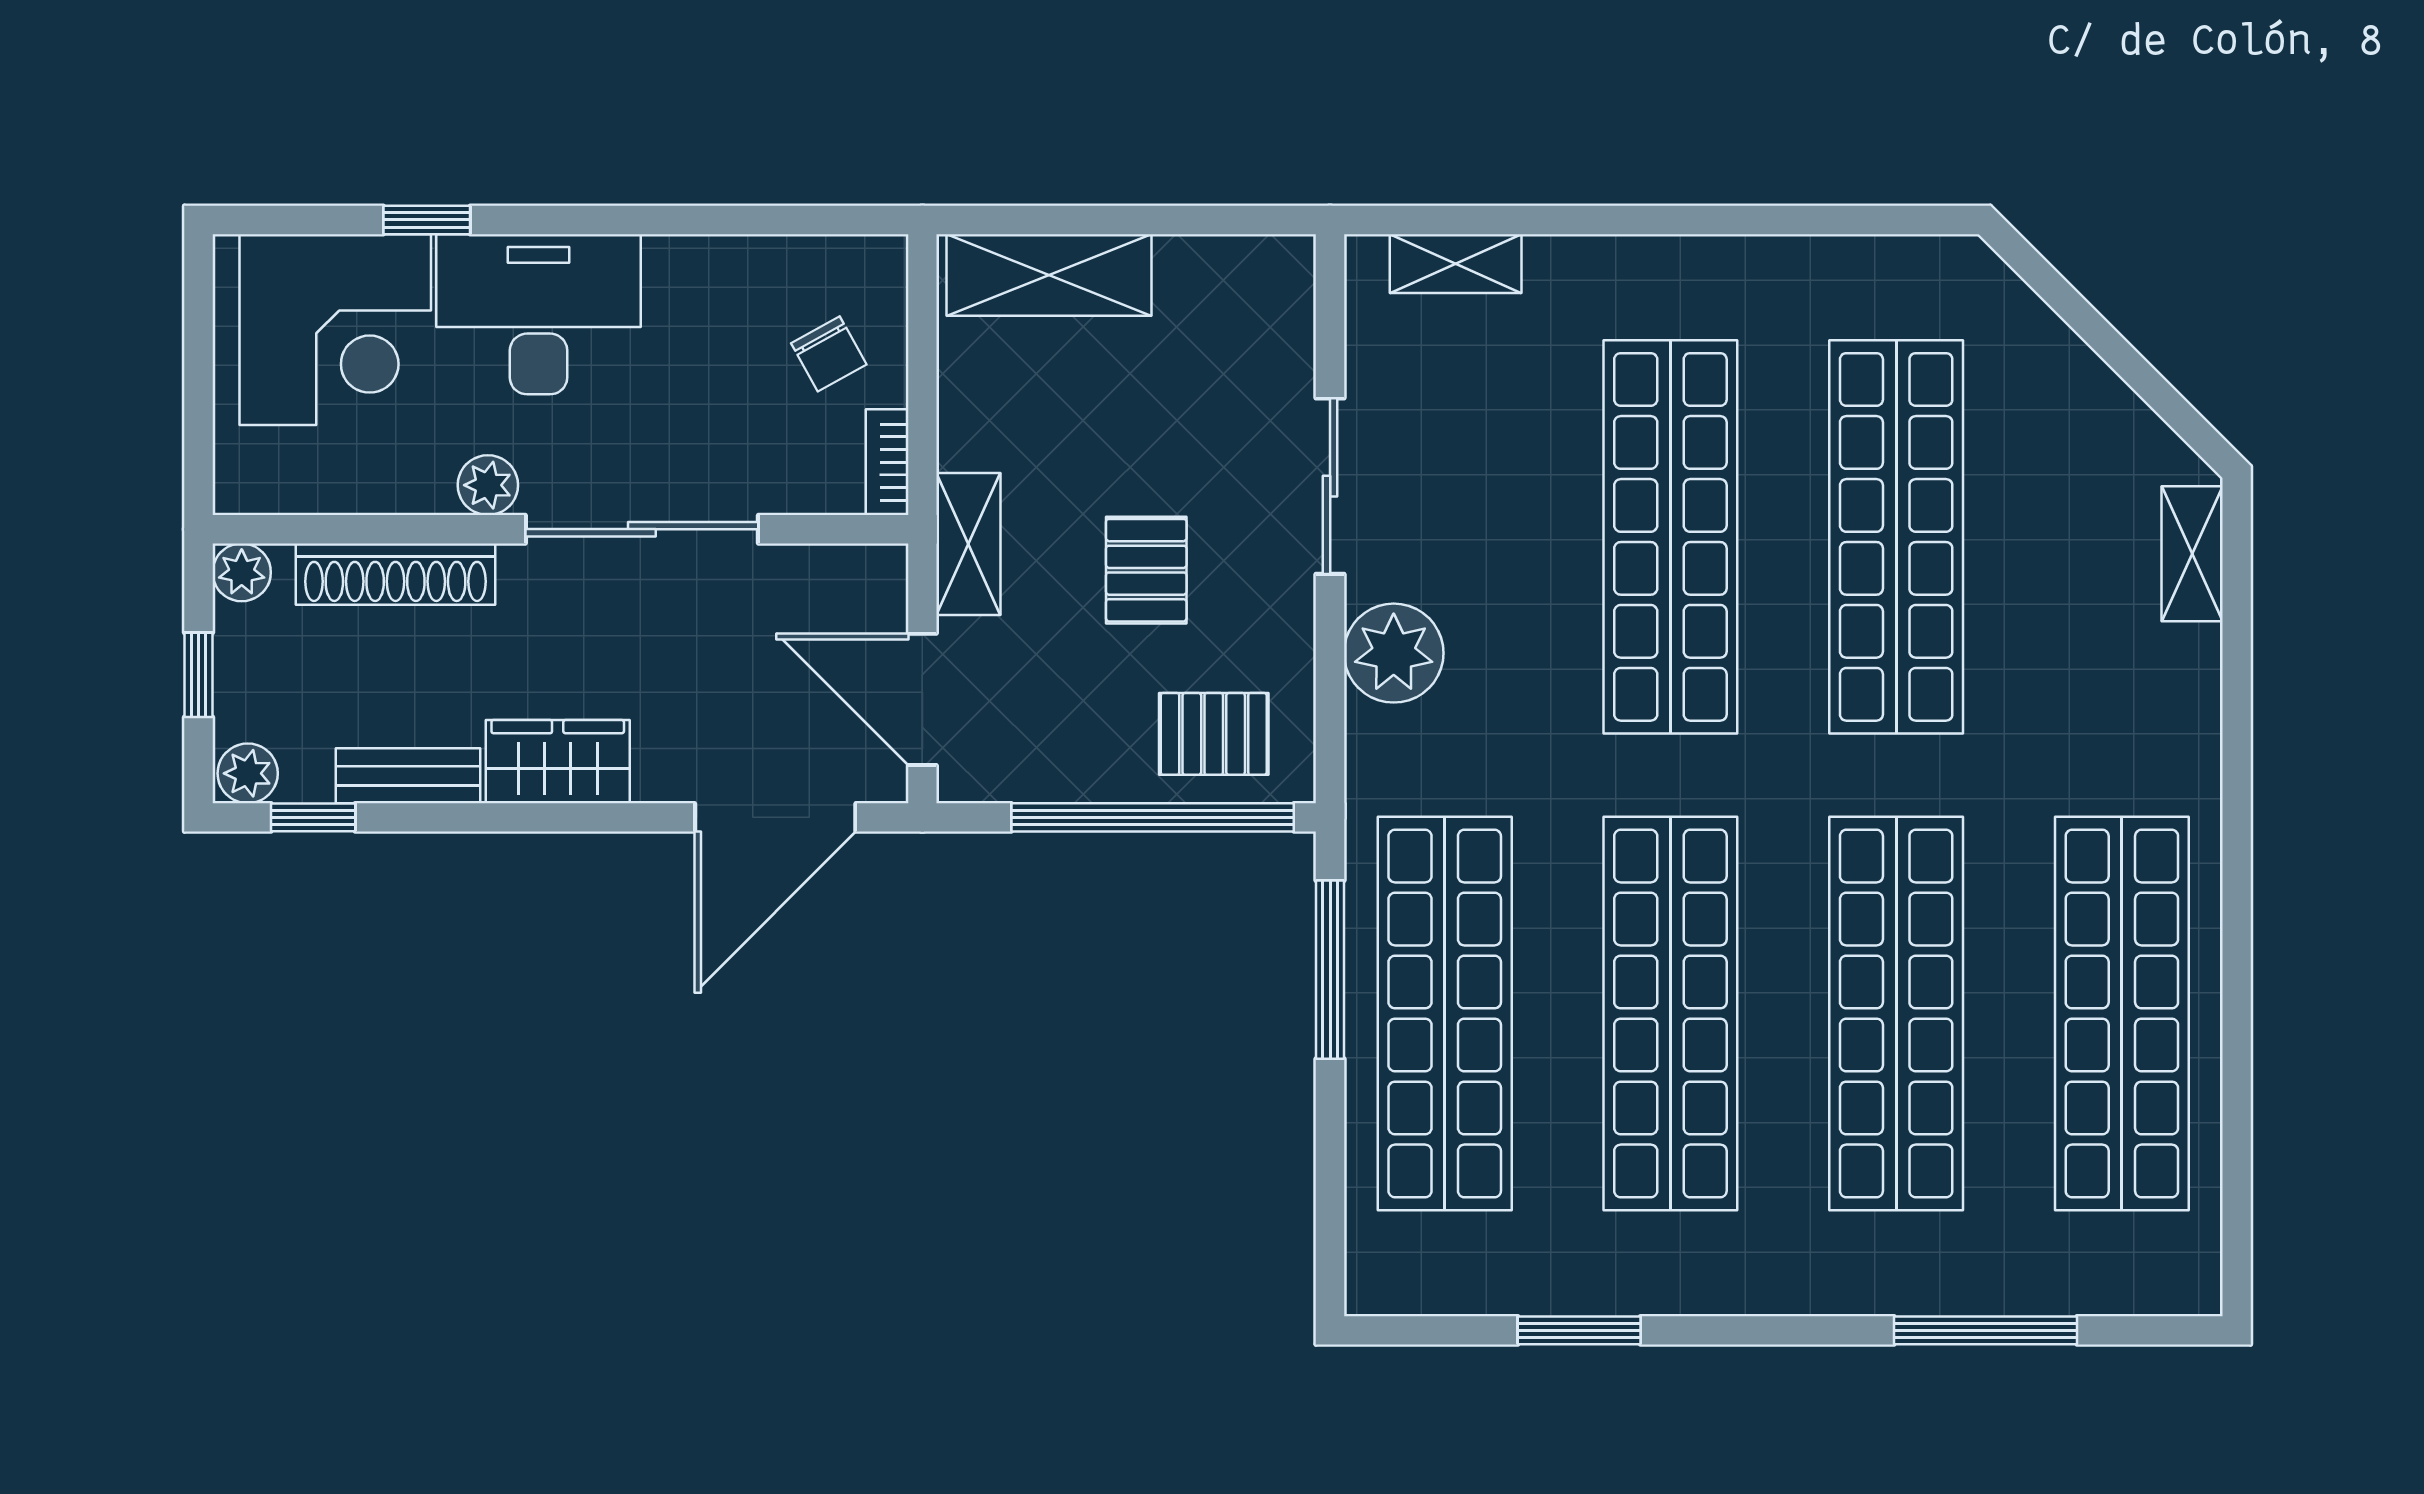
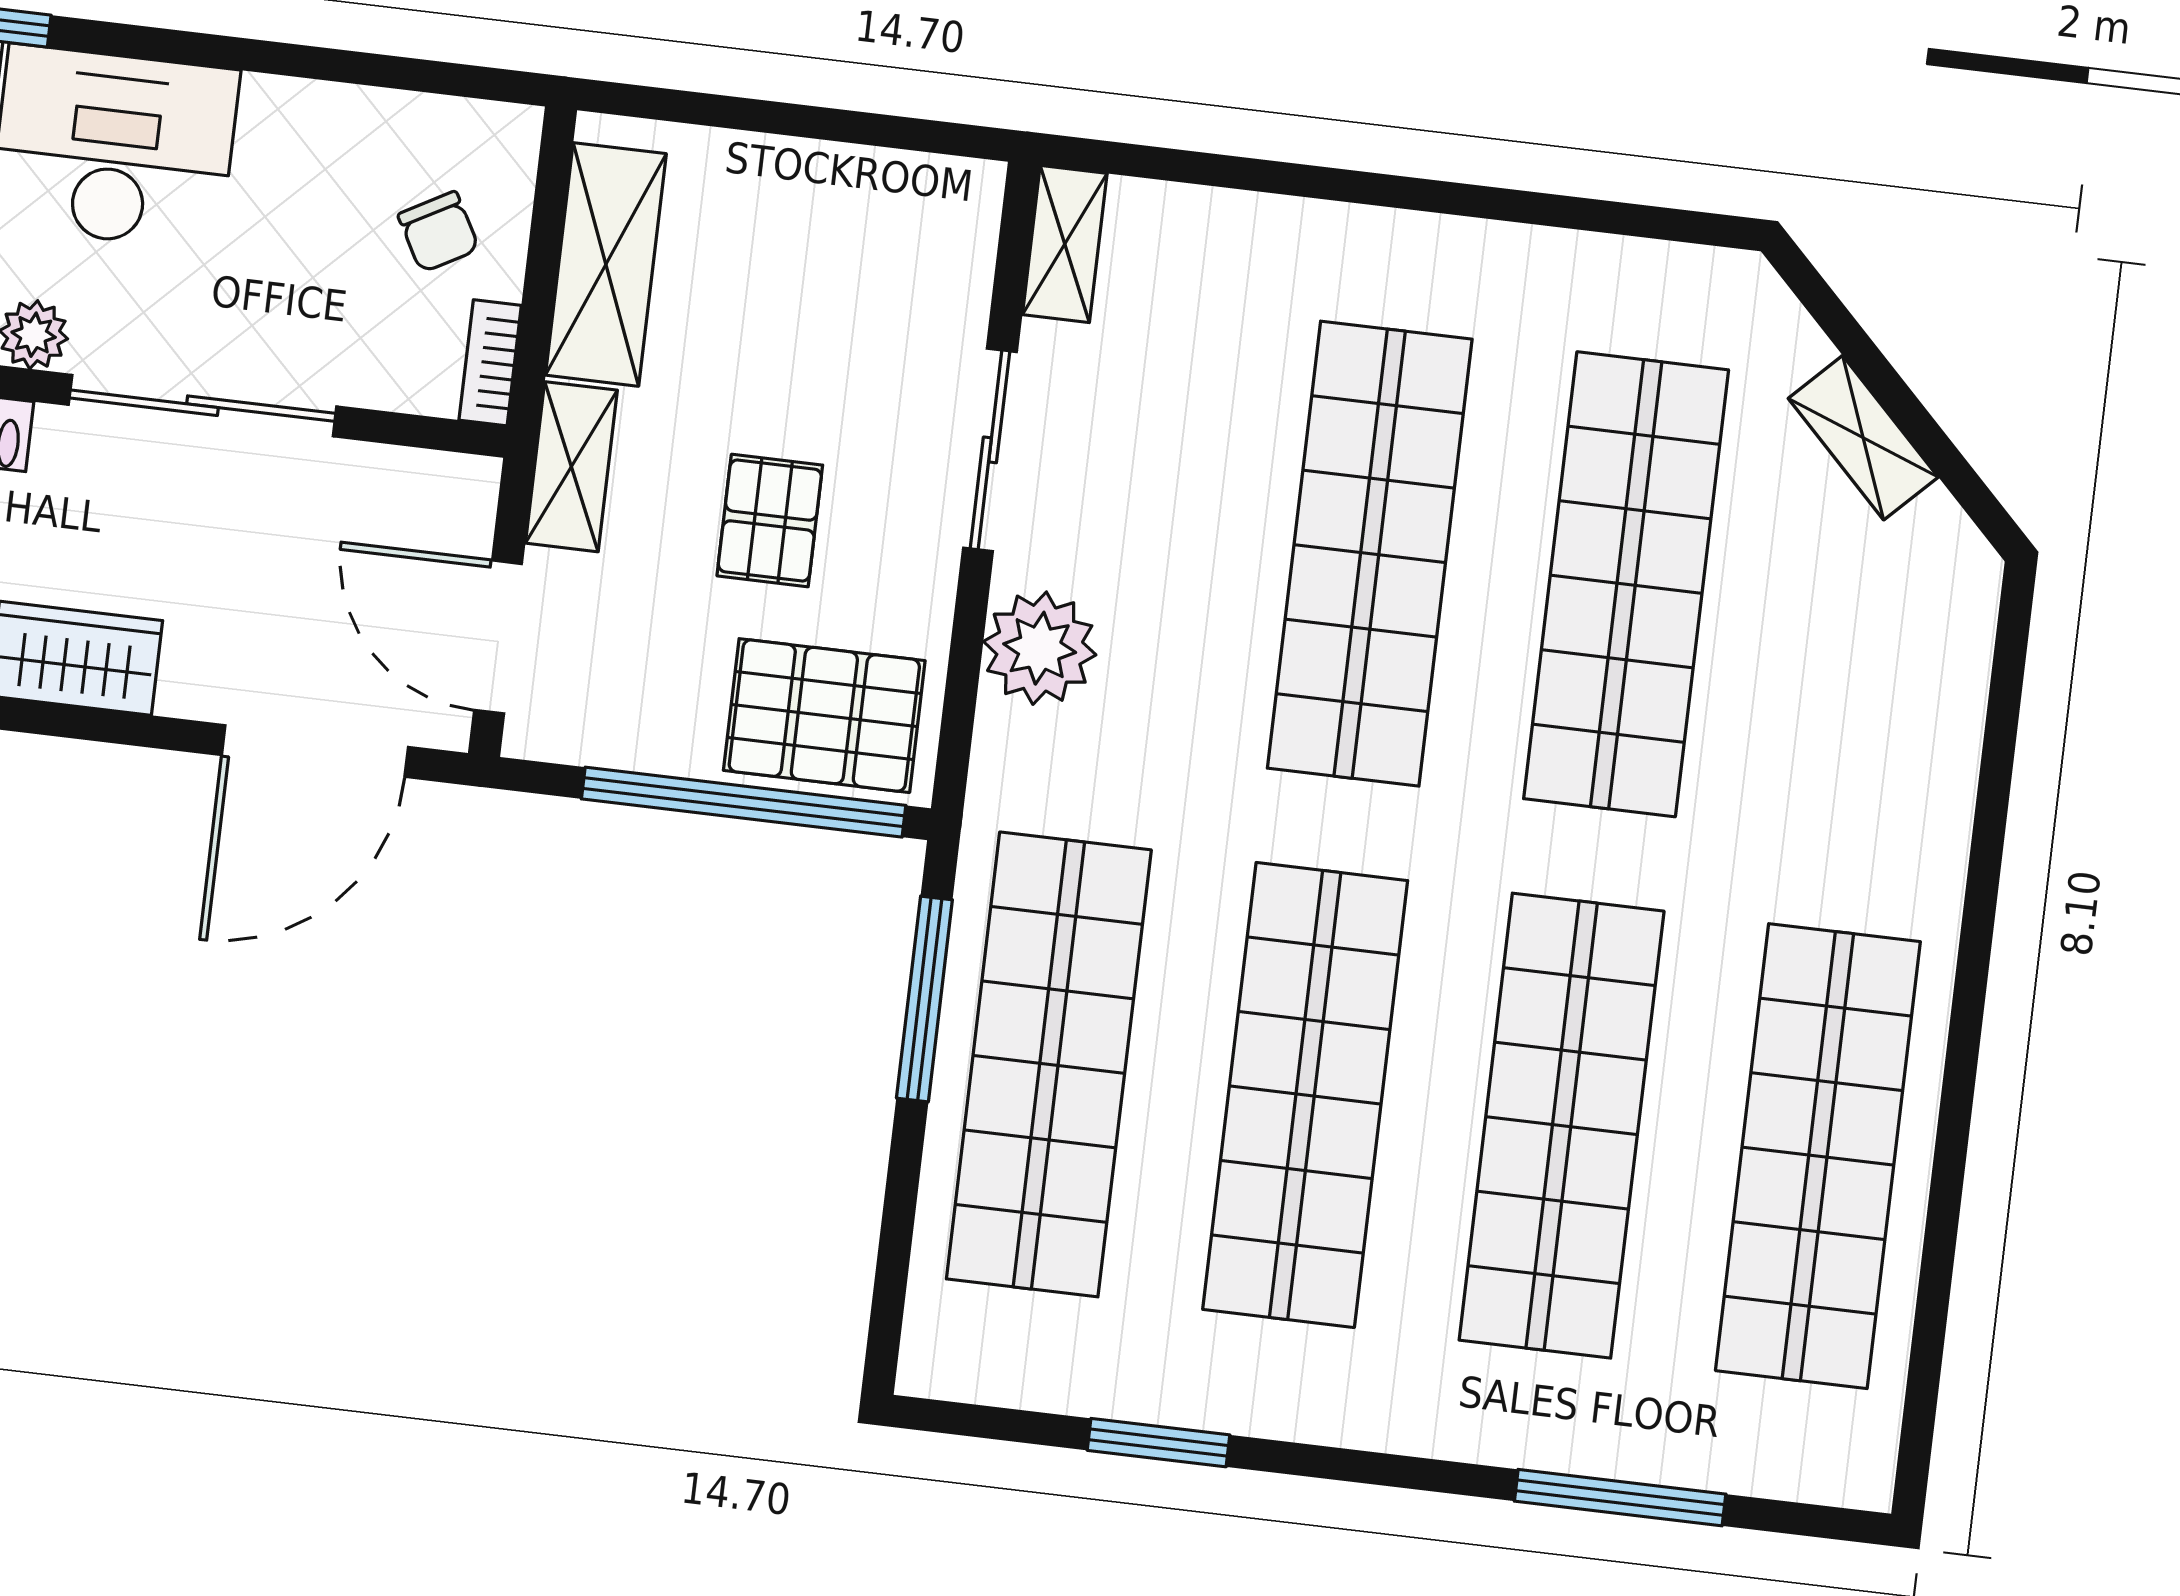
shelving: (1456, 264) -> (1065, 244), moved, turned 90
shelving: (1049, 275) -> (606, 264), moved, turned 90
shelving: (2192, 554) -> (1863, 438), moved, turned -45
pallet: (1214, 734) -> (824, 716), width x1.50, depth x1.42

